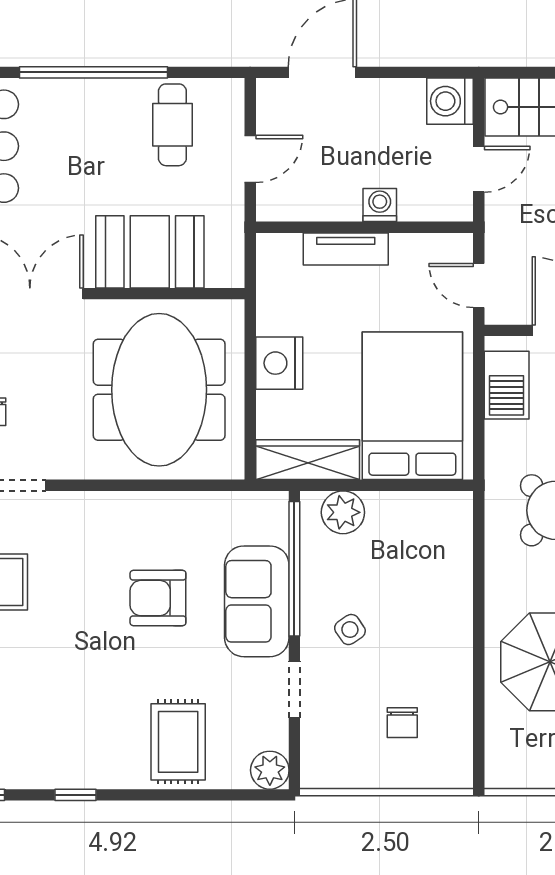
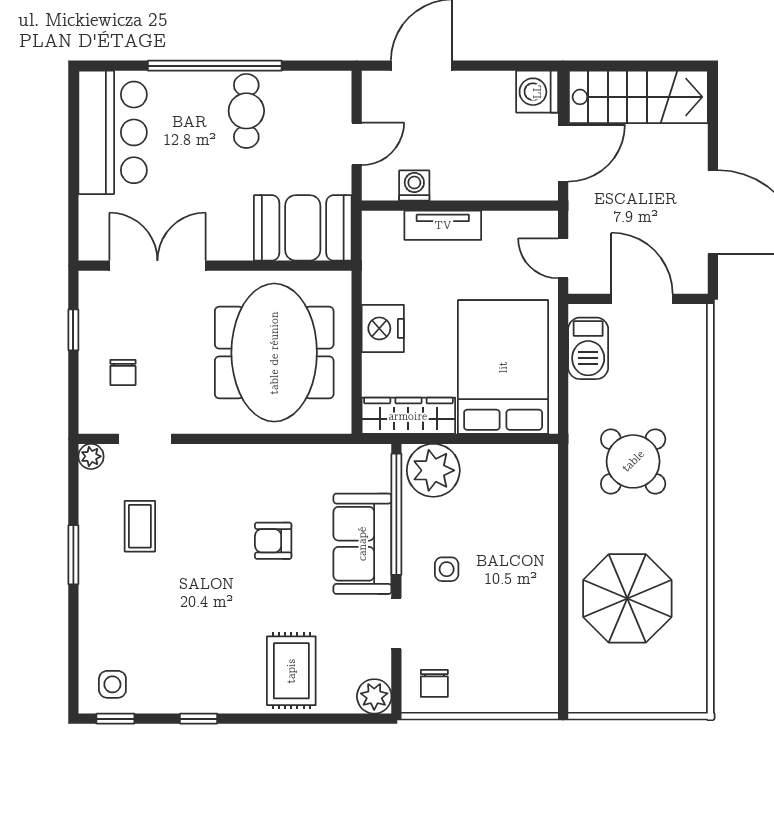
cafe table: (172, 125) -> (246, 111), moved
door: (479, 169) -> (563, 153), width x1.38
washing machine: (380, 205) -> (414, 186), moved
booth: (150, 252) -> (303, 228), moved
plant: (343, 512) -> (433, 470), width x1.36, depth x1.36
armchair: (158, 598) -> (273, 541), width x0.72, depth x0.72
side table: (350, 630) -> (447, 569), turned 34
chair: (402, 723) -> (434, 683), moved

